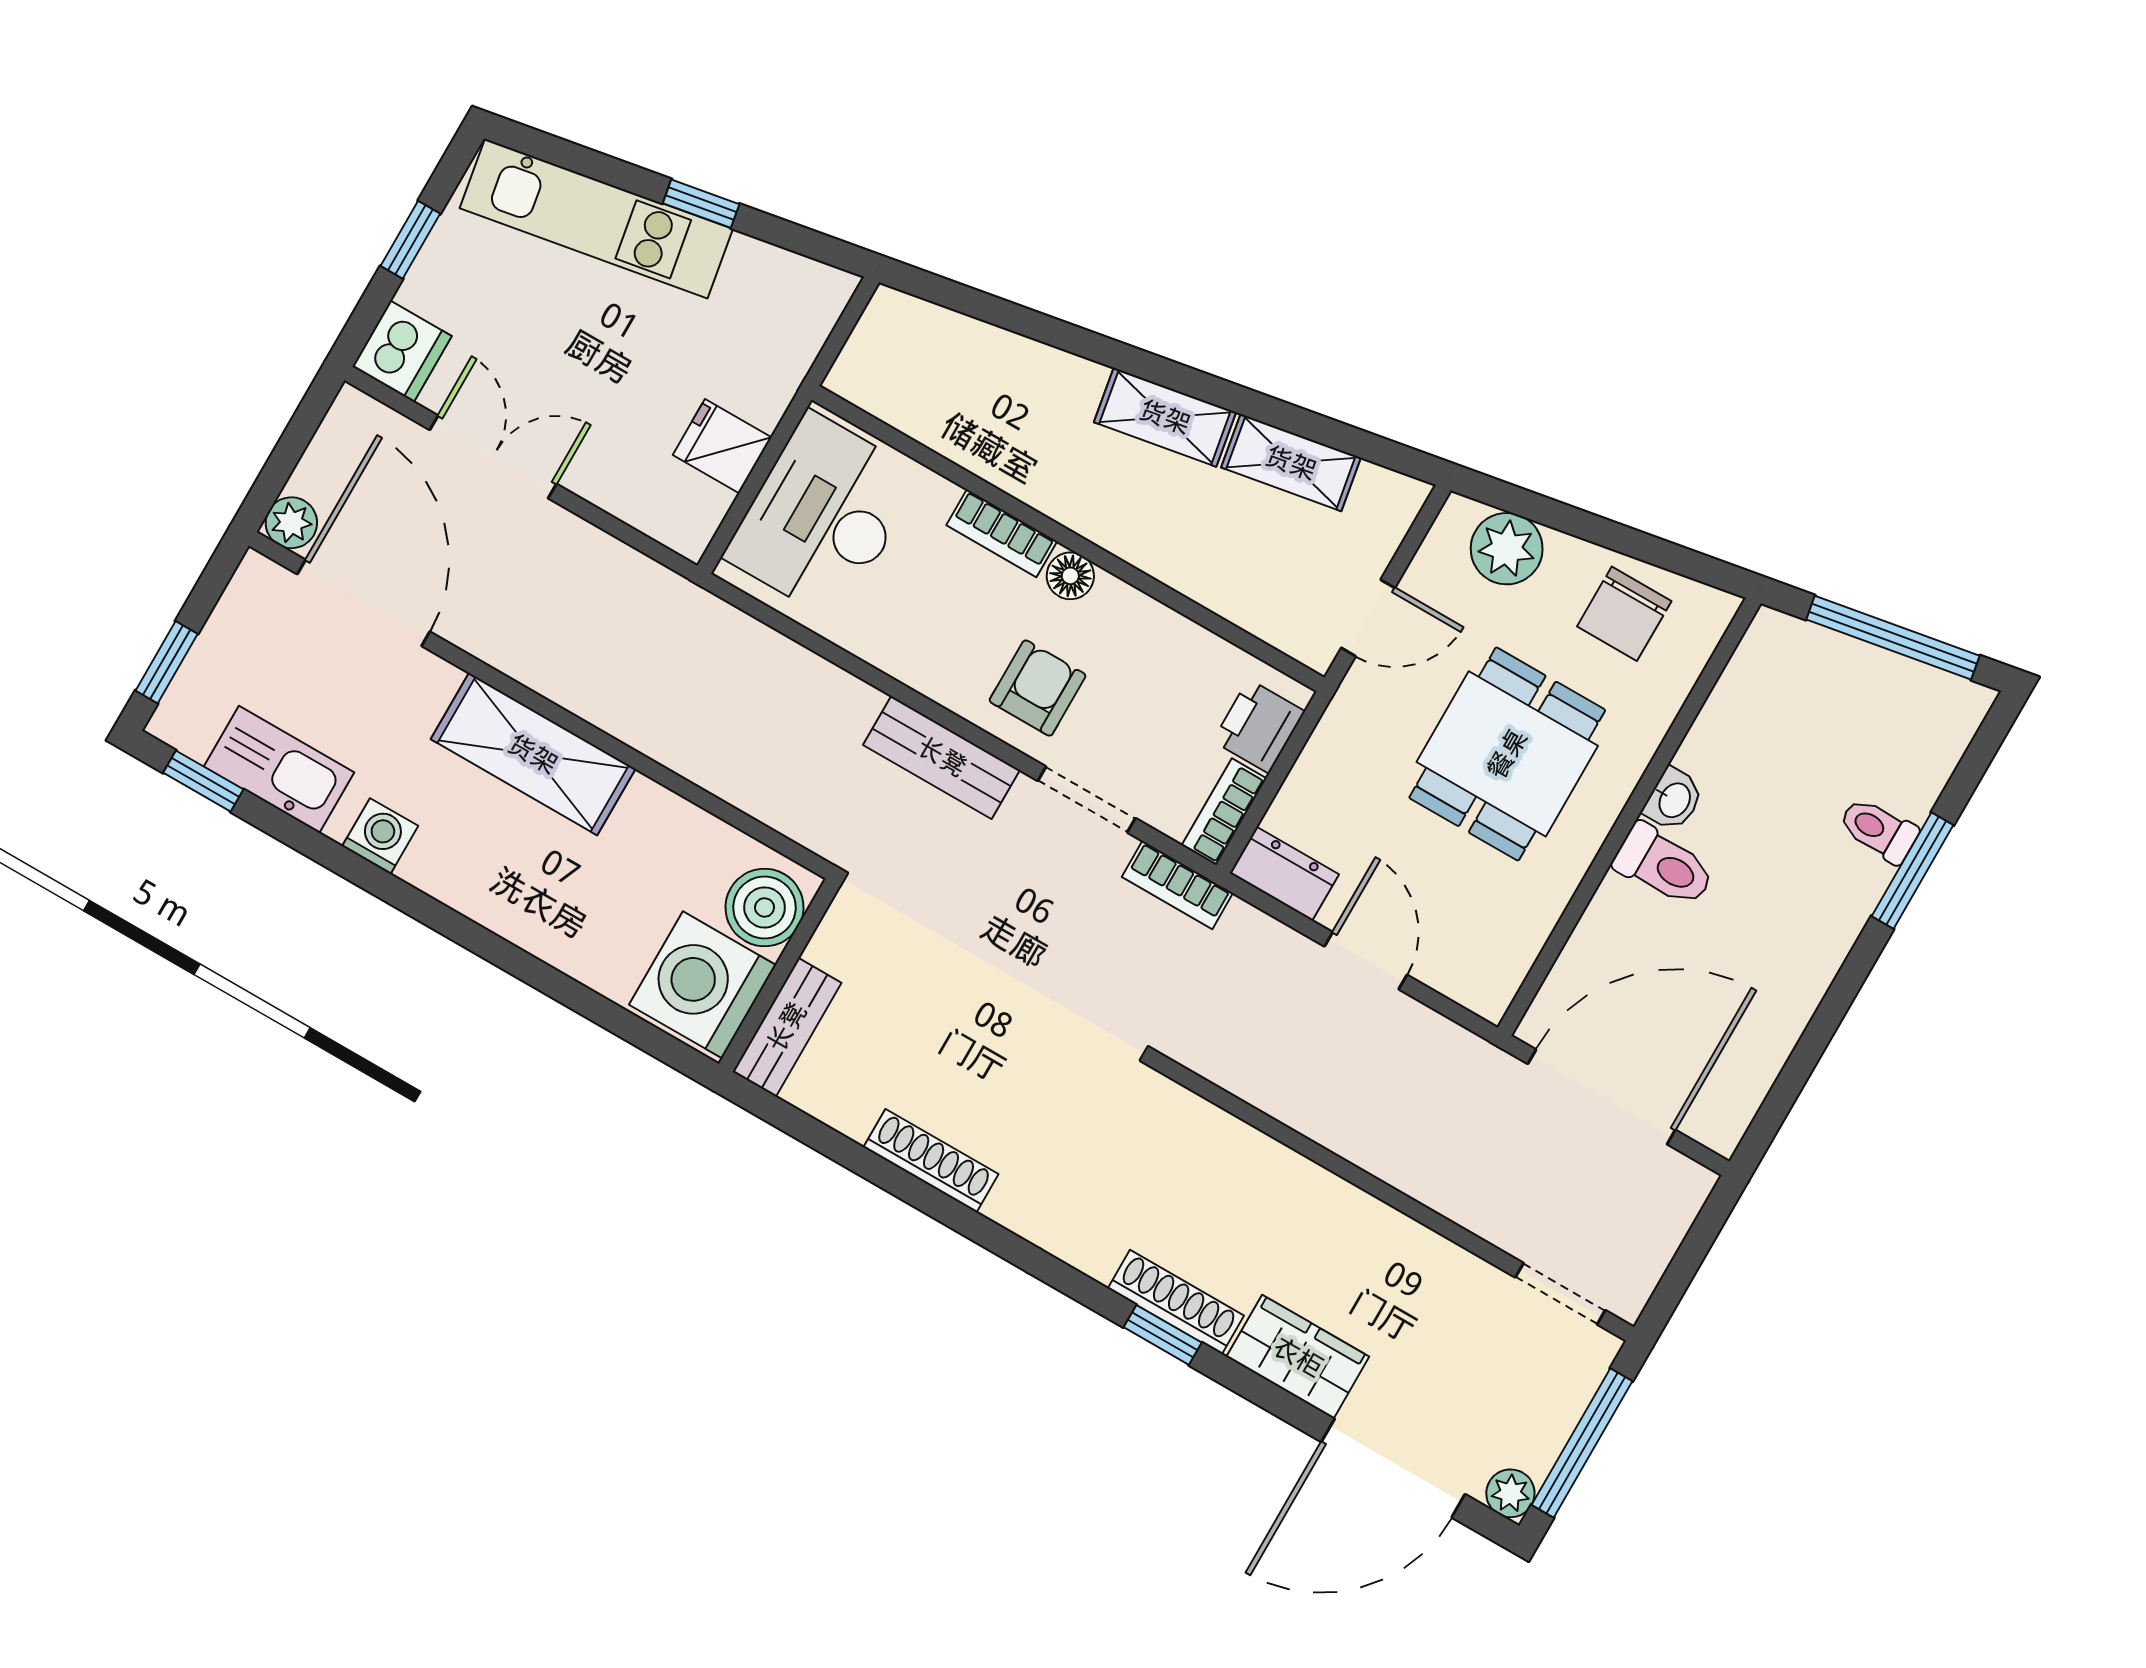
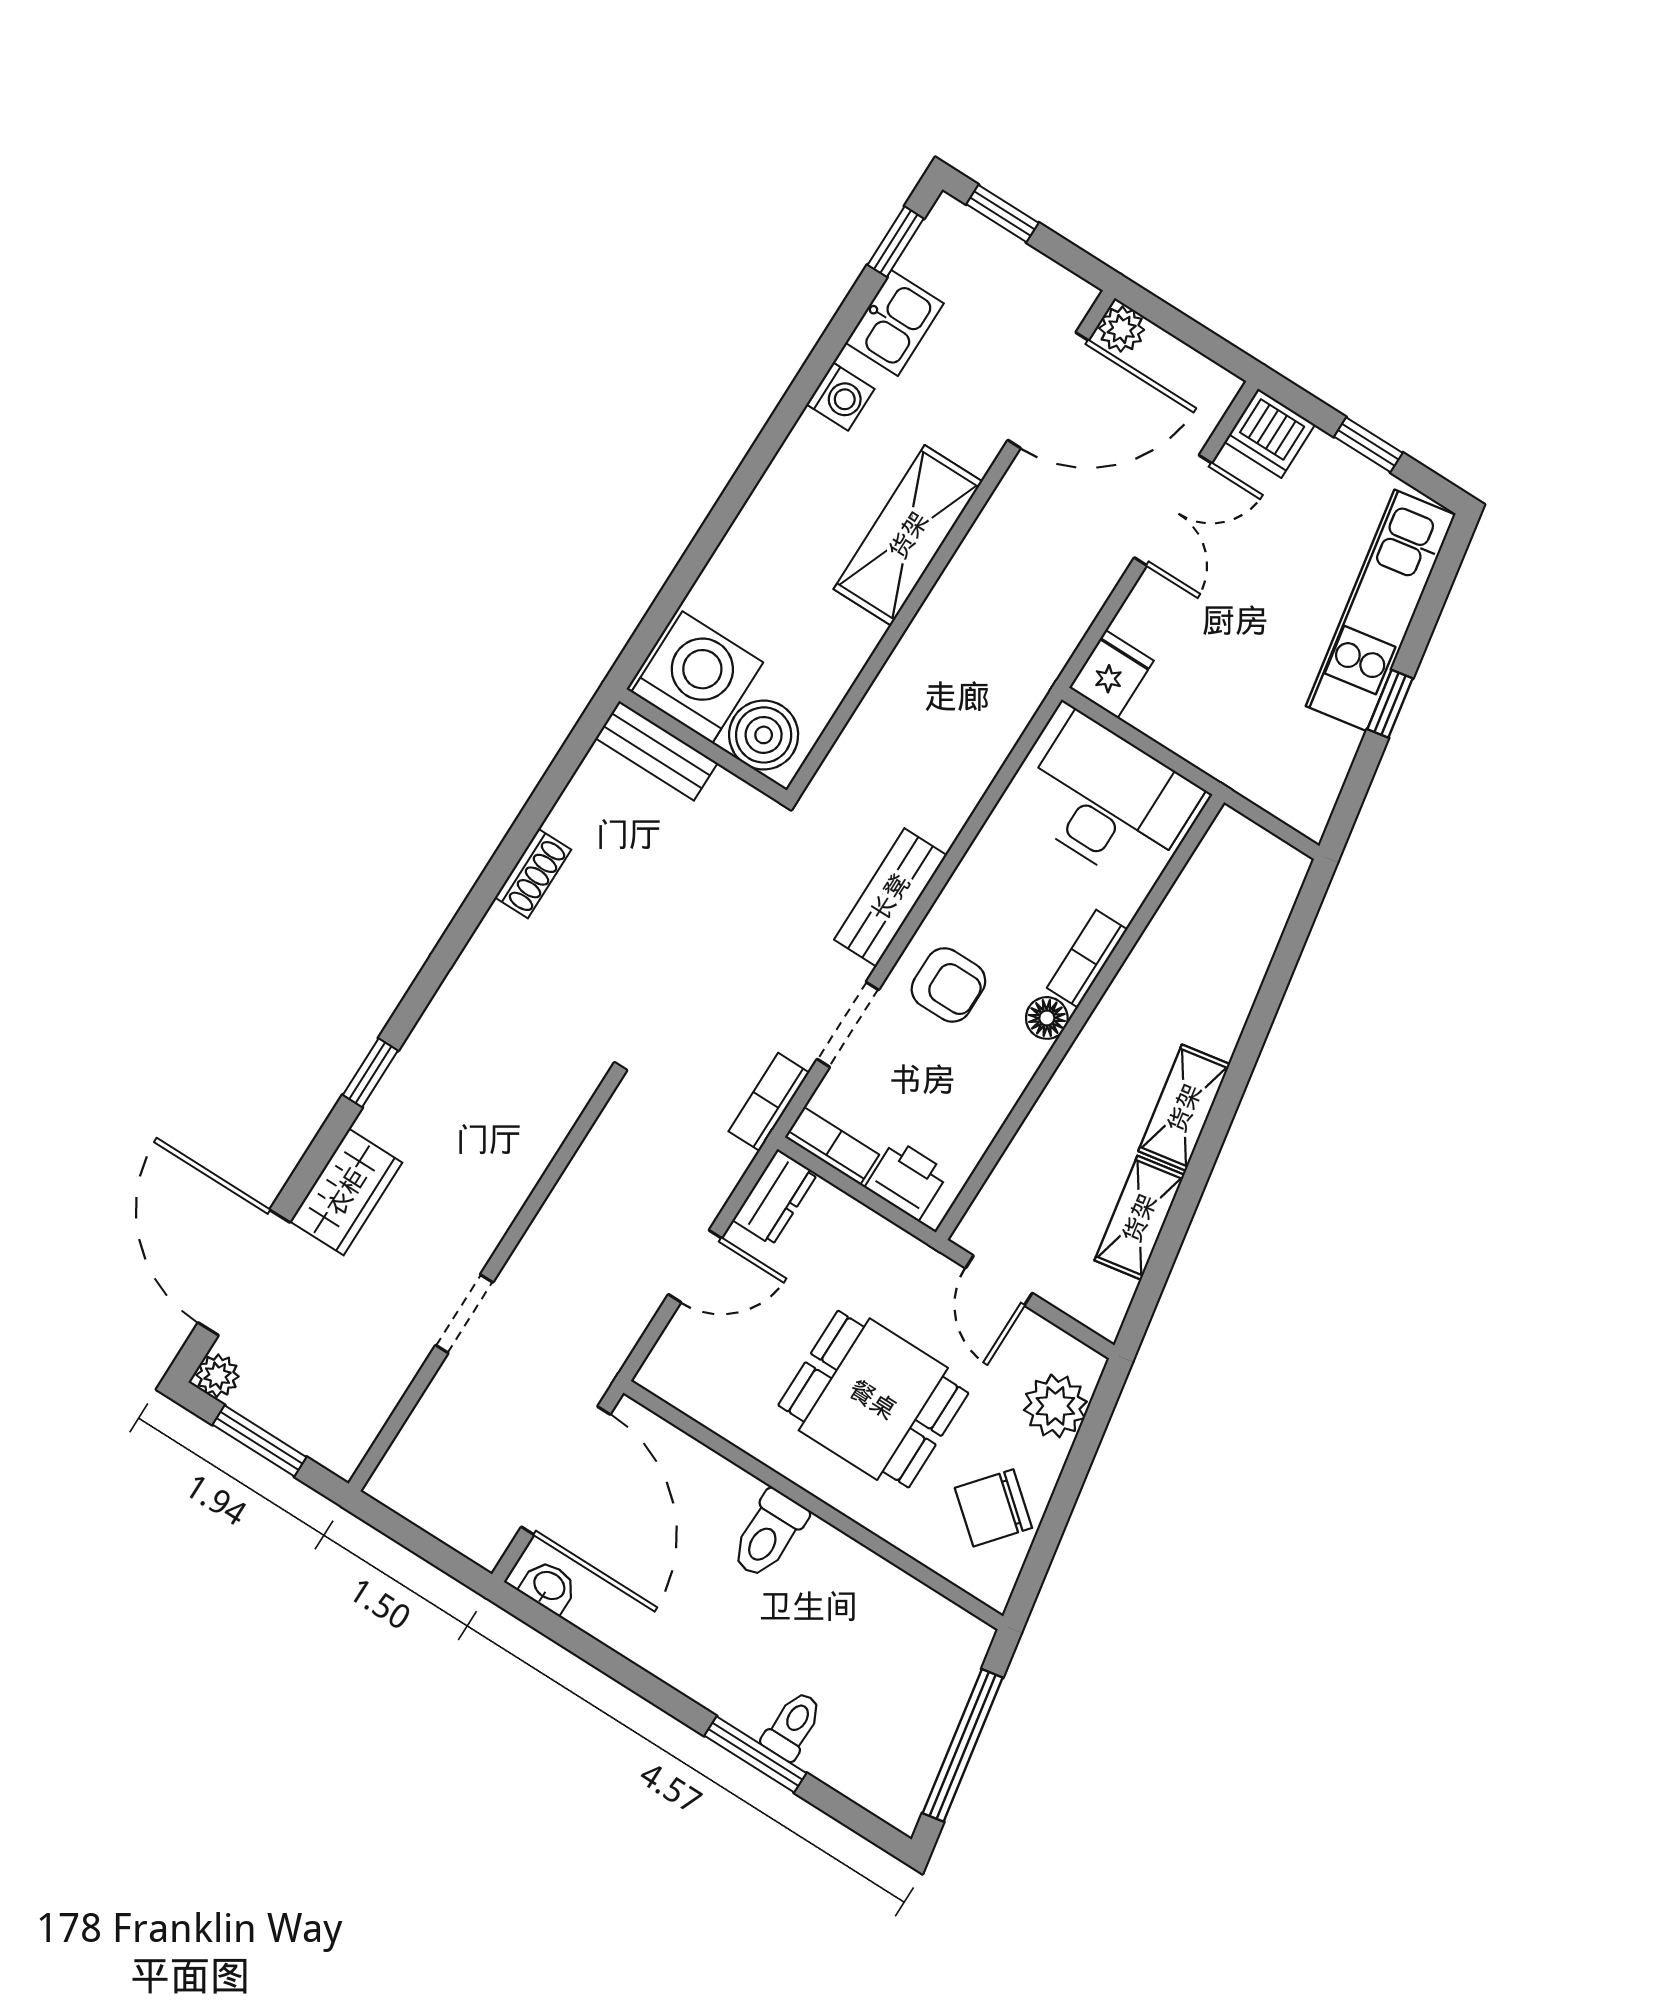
fridge: (722, 446) -> (1111, 674), moved
chair: (1624, 614) -> (993, 1508), turned -50
kitchen sink: (279, 770) -> (895, 323), width x0.73
washbasin: (1674, 800) -> (549, 1587), moved, turned 180
shoe rack: (931, 1161) -> (533, 874), width x0.70
doorway: (1560, 1294) -> (464, 1314), moved
shoe rack: (1176, 1302) -> (399, 1086), removed
window: (1582, 1443) -> (260, 1441), width x0.69

